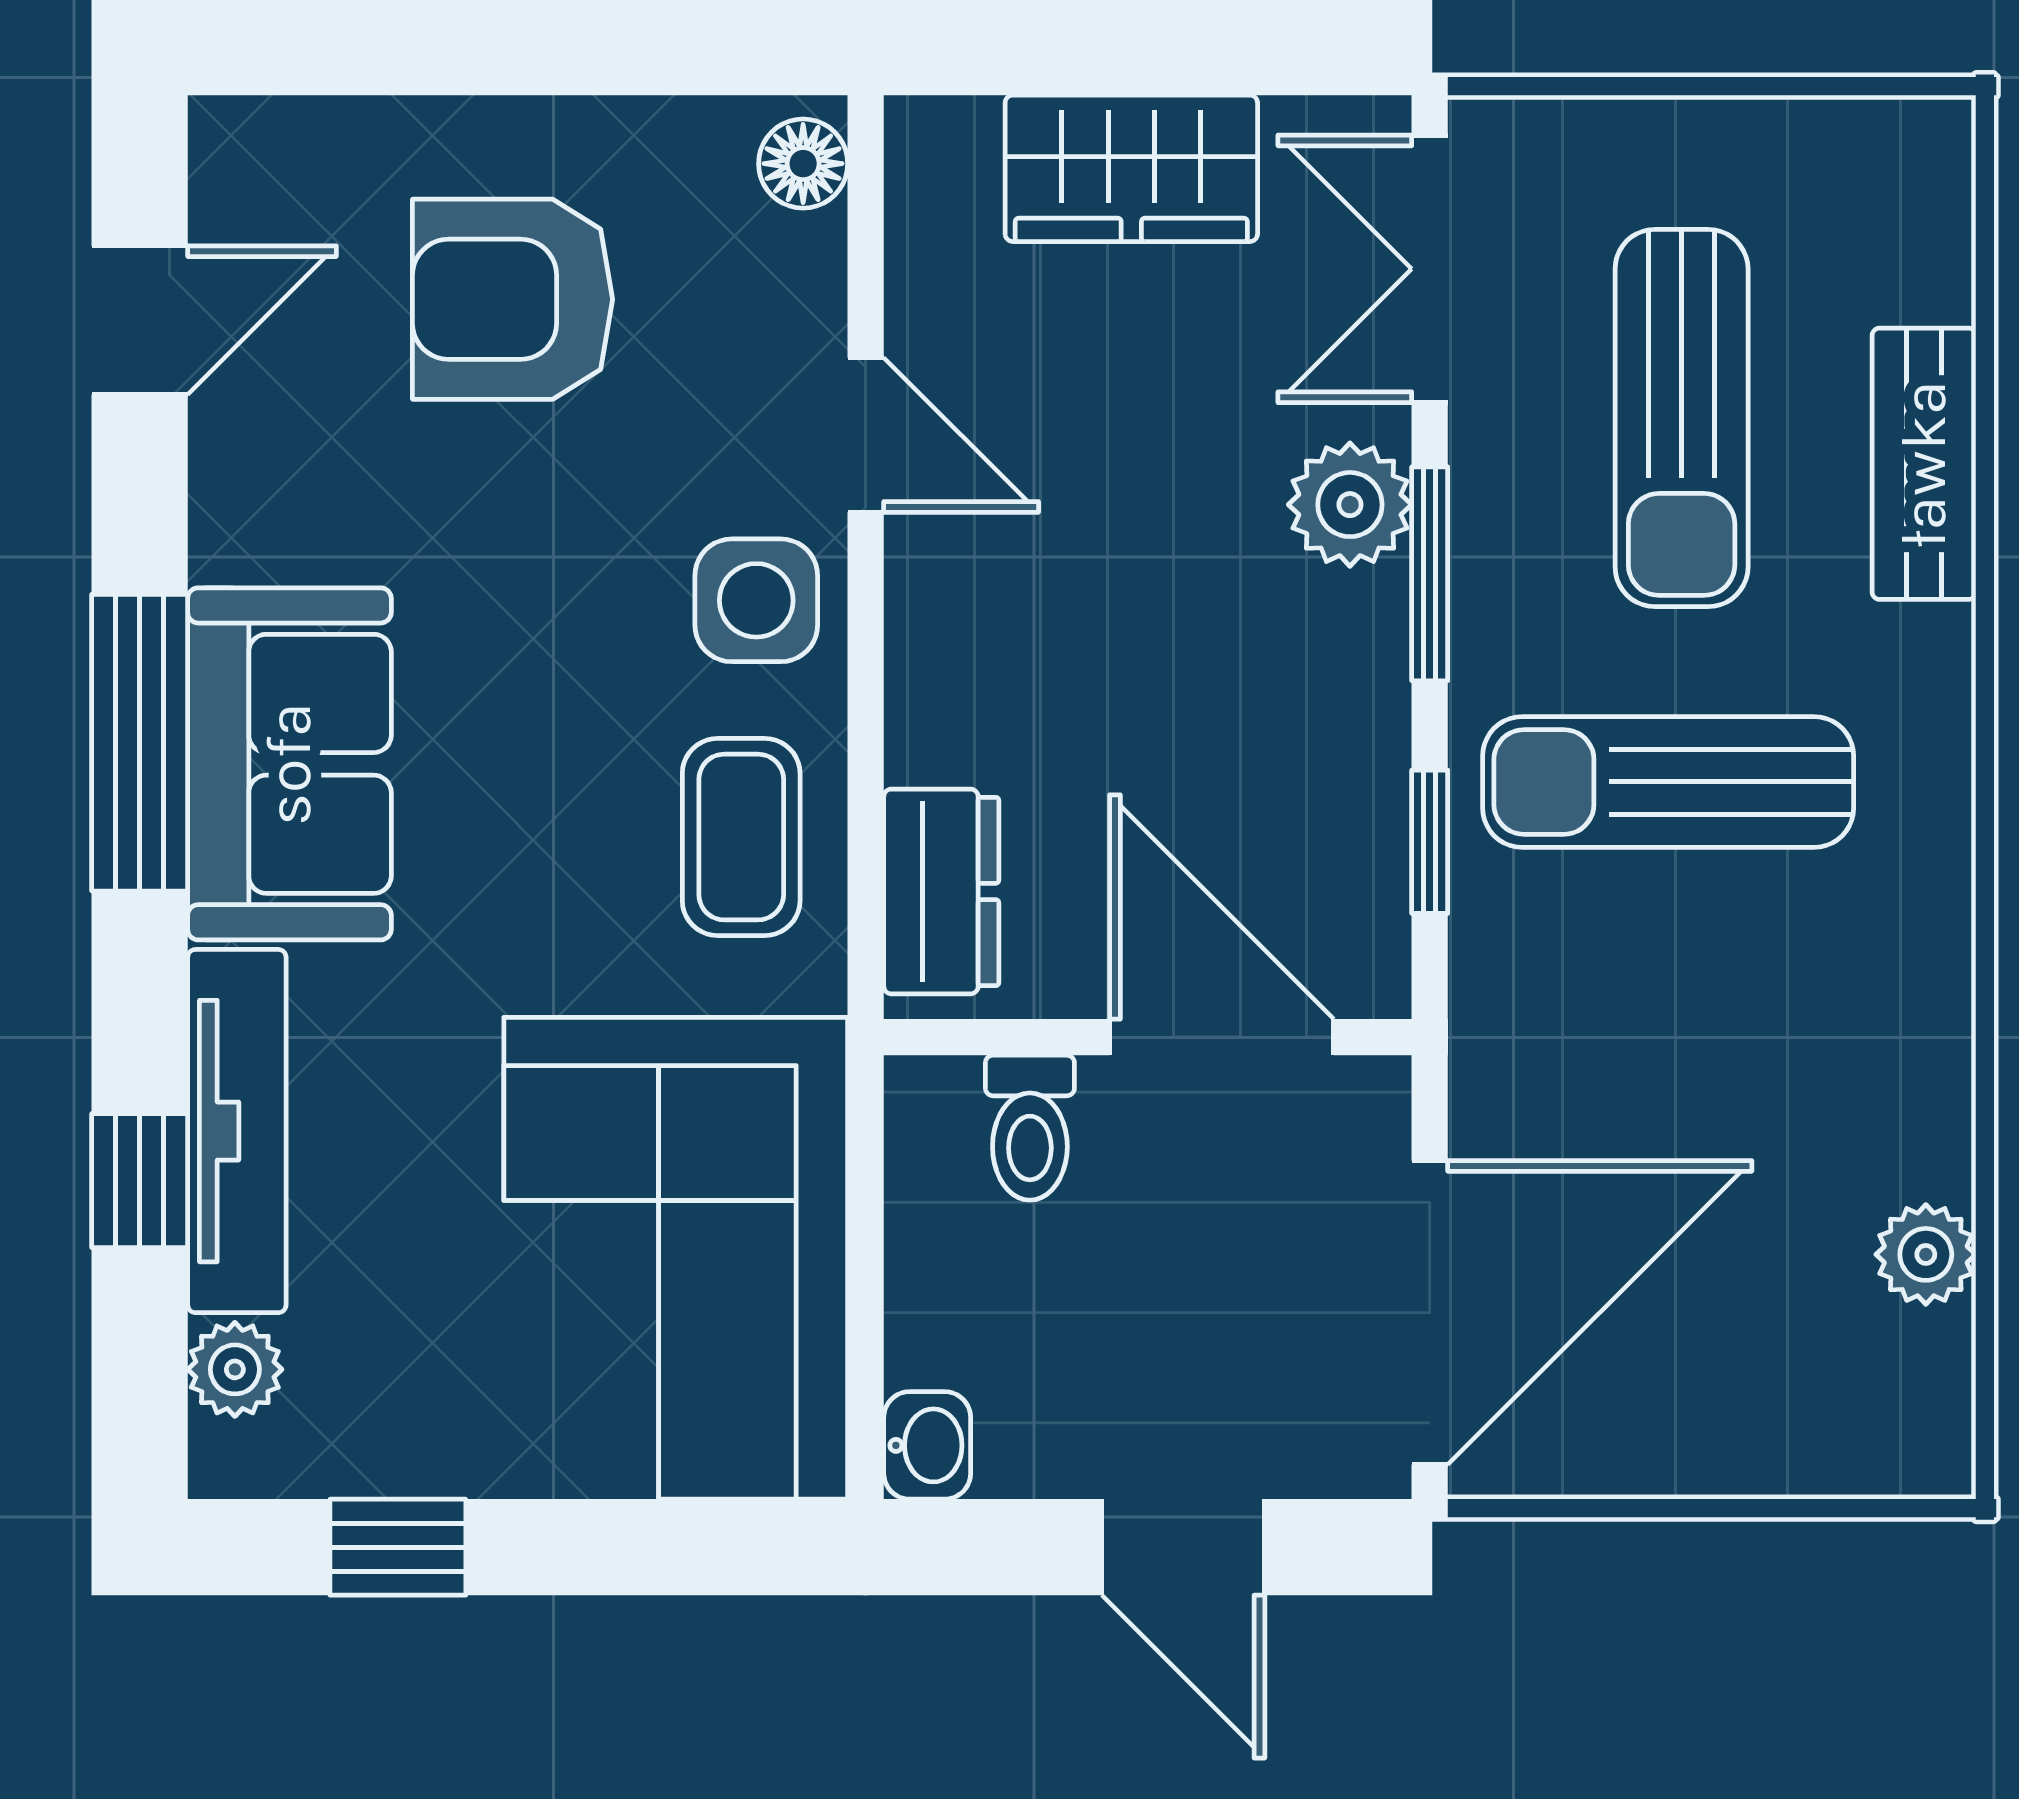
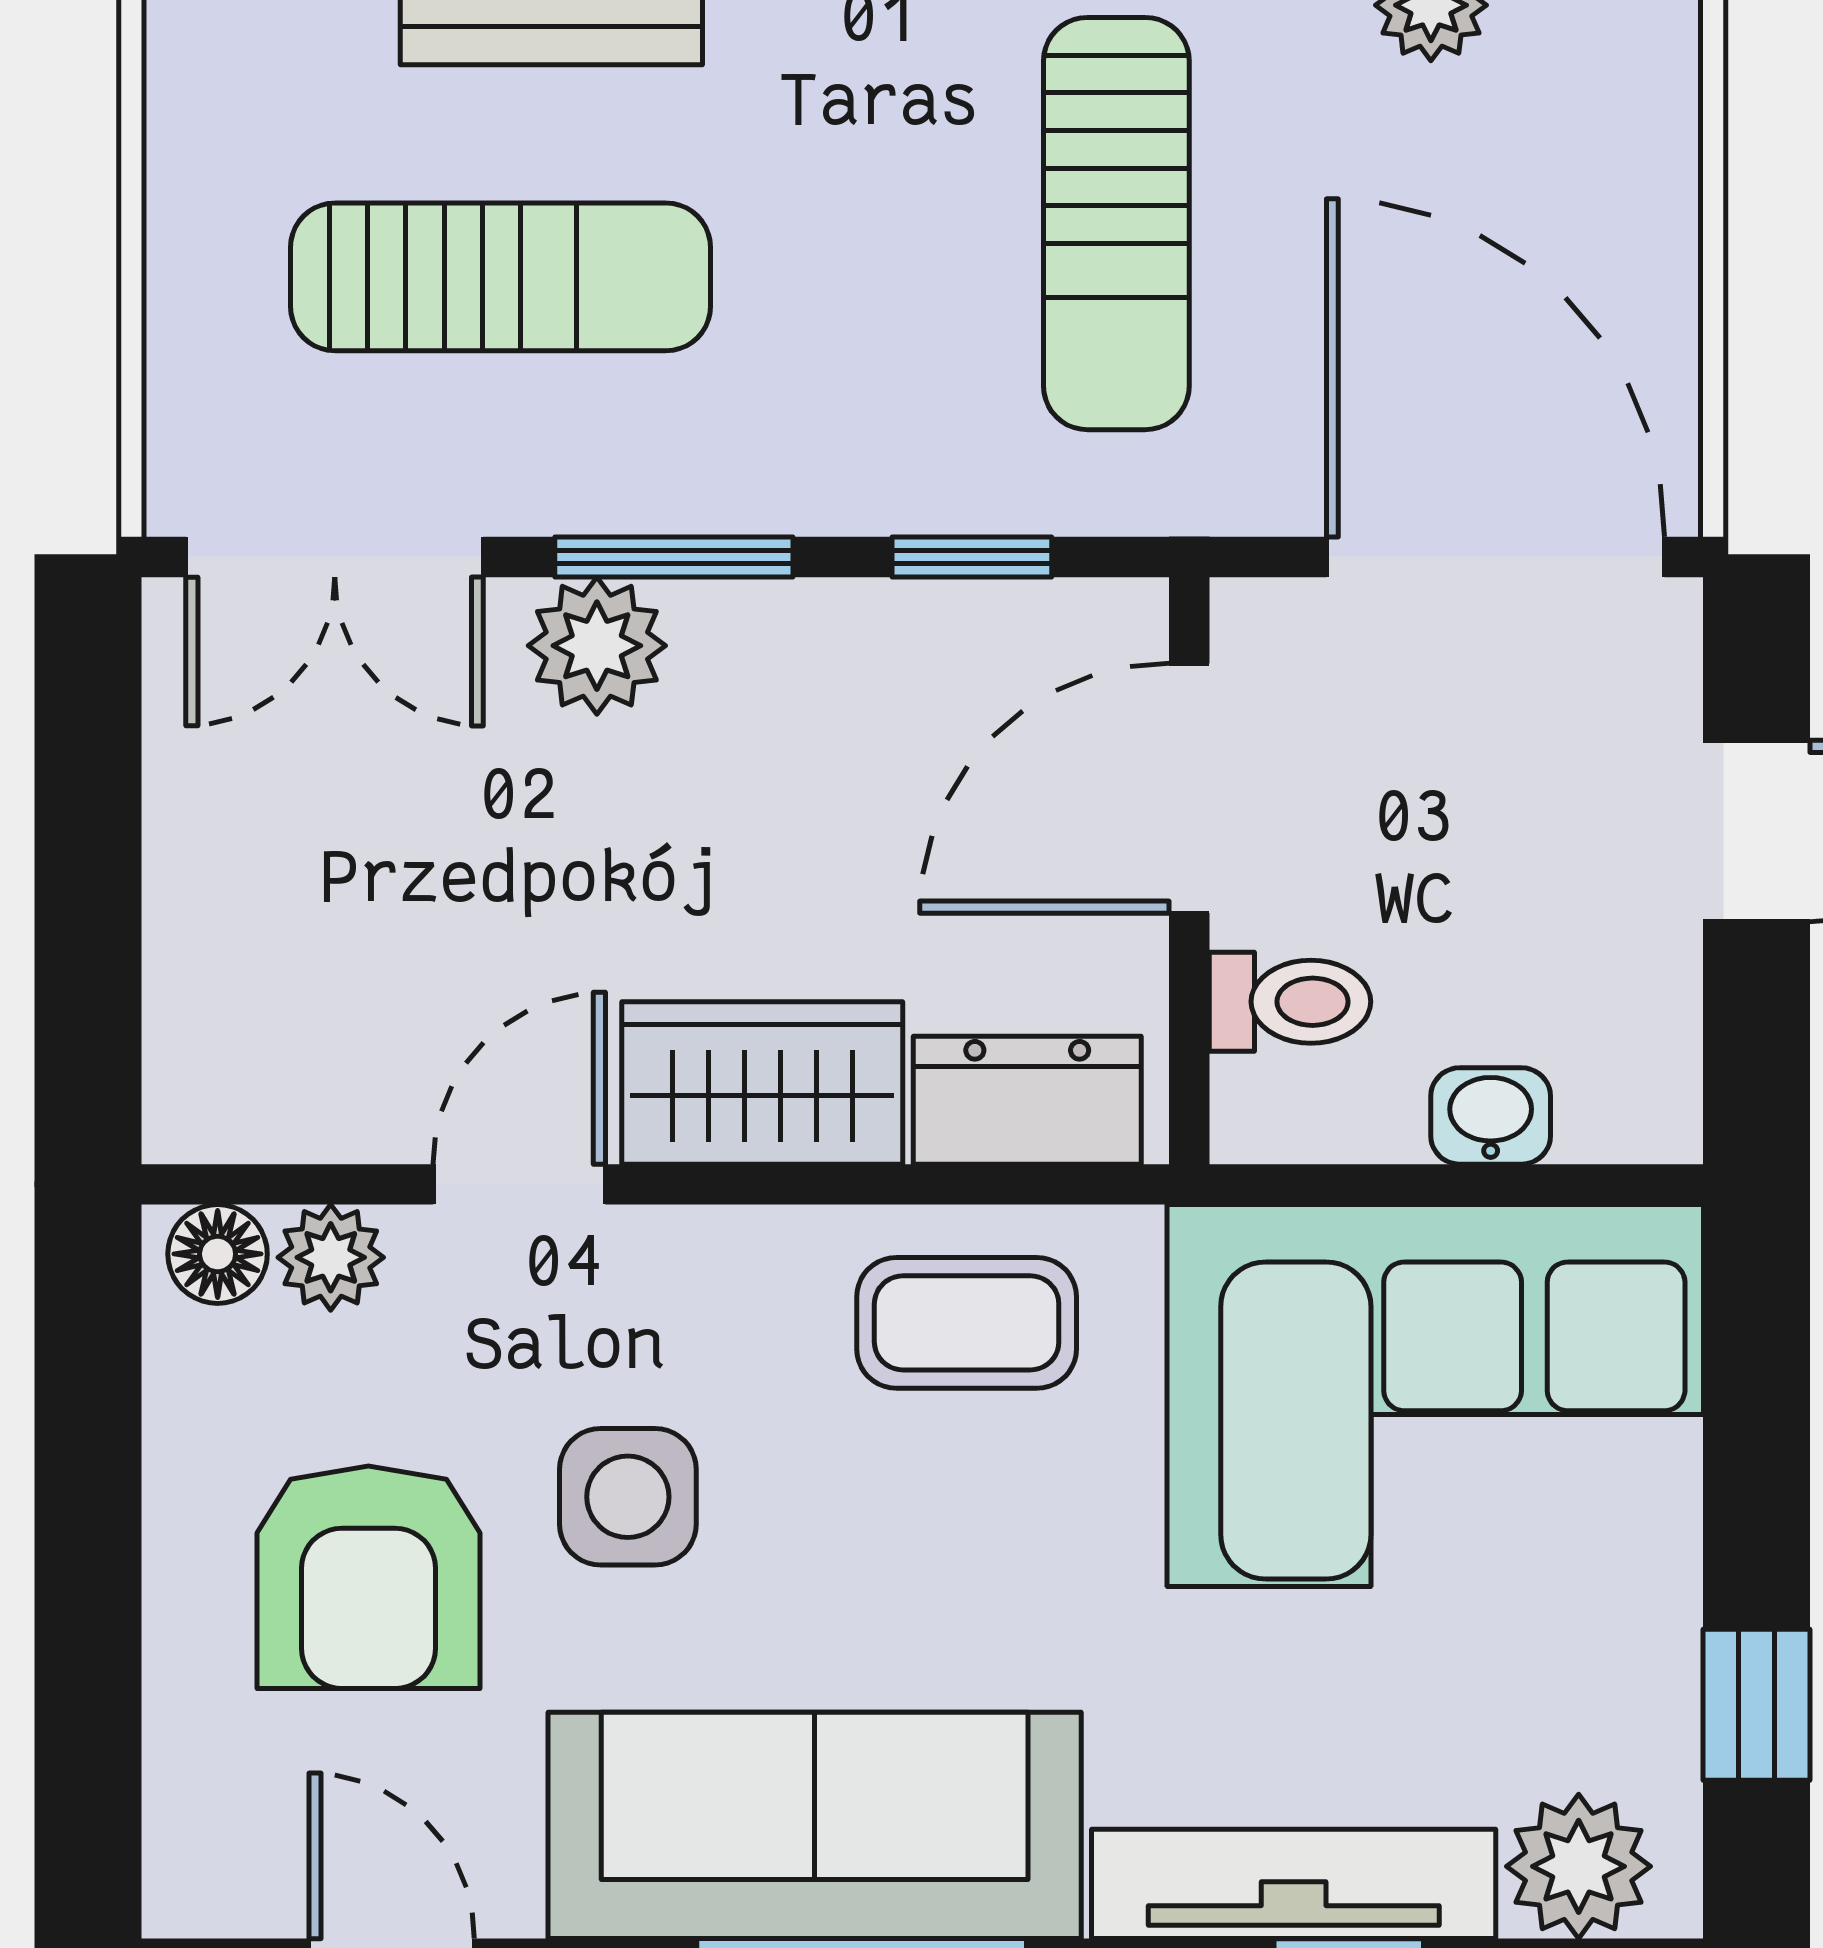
wardrobe: (1131, 168) -> (762, 1083), moved, turned -90
plant: (800, 265) -> (331, 1257), added
side table: (756, 600) -> (628, 1497), moved
sofa: (289, 764) -> (815, 1825), width x1.36
sun lounger: (1668, 782) -> (1116, 224), moved
plant: (235, 1369) -> (1579, 1866), width x1.38, depth x1.38
washbasin: (927, 1445) -> (1491, 1116), moved

